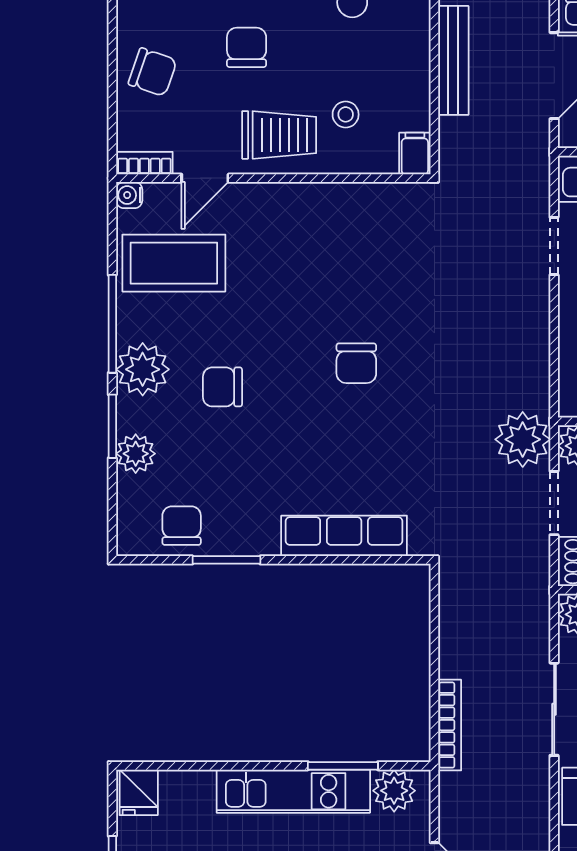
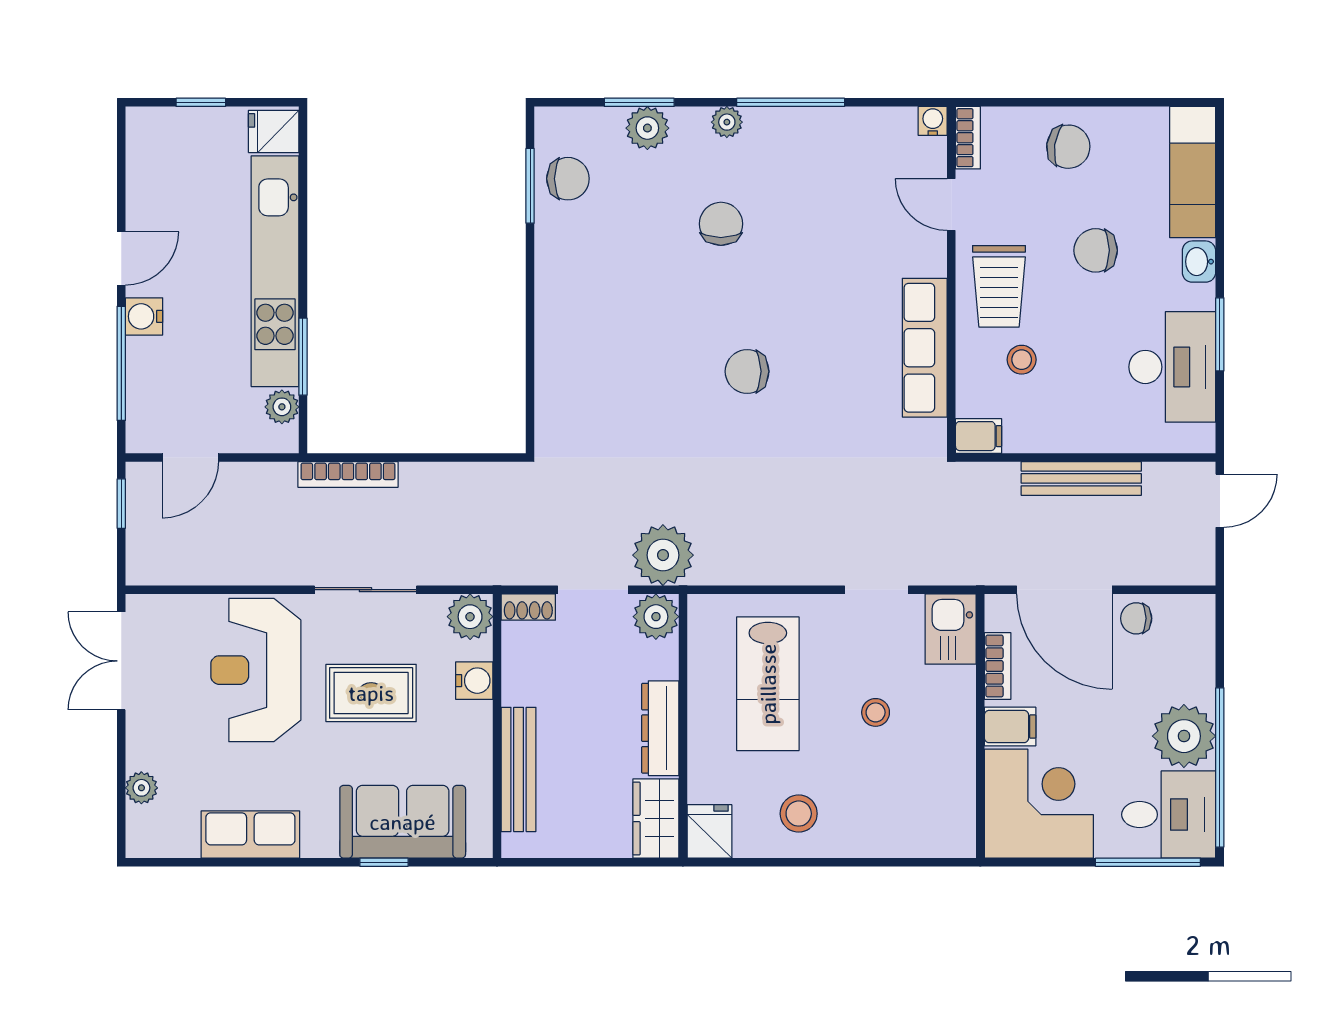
chair: (247, 47) -> (1096, 250), turned 180
chair: (153, 72) -> (1068, 147), turned -101
coffee table: (174, 263) -> (858, 170), removed
plant: (143, 369) -> (727, 122), width x0.53, depth x0.53
window: (112, 426) -> (639, 102), moved
row of seats: (344, 536) -> (925, 348), moved, turned 180
window: (226, 560) -> (530, 186), moved
kitchen unit: (293, 791) -> (275, 271), width x1.36
plant: (394, 791) -> (282, 407), width x0.73, depth x0.73

